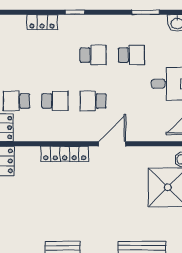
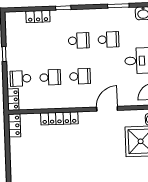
school desk: (93, 101) -> (80, 76), turned 180
door: (112, 144) -> (107, 109), moved

